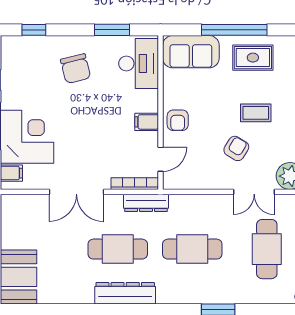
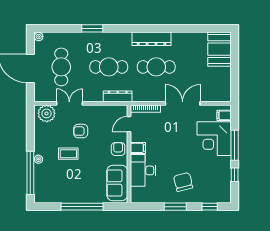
window: (112, 30) -> (175, 207), moved
sofa: (191, 52) -> (117, 183), moved, turned -90
rug: (253, 58) -> (70, 189), removed
desk: (139, 63) -> (143, 170), moved
armchair: (236, 148) -> (81, 131), turned 59
dresser: (146, 203) -> (118, 96), moved

